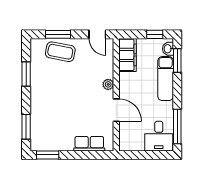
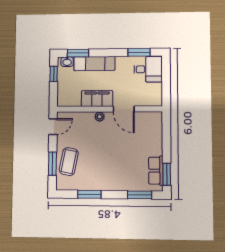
filing cabinet: (128, 55) -> (97, 99), moved
door: (116, 110) -> (124, 109), swing flipped
window: (177, 126) -> (139, 52), width x0.69
row of seats: (89, 144) -> (156, 171), moved

